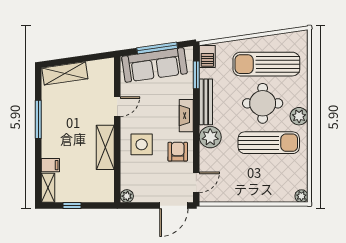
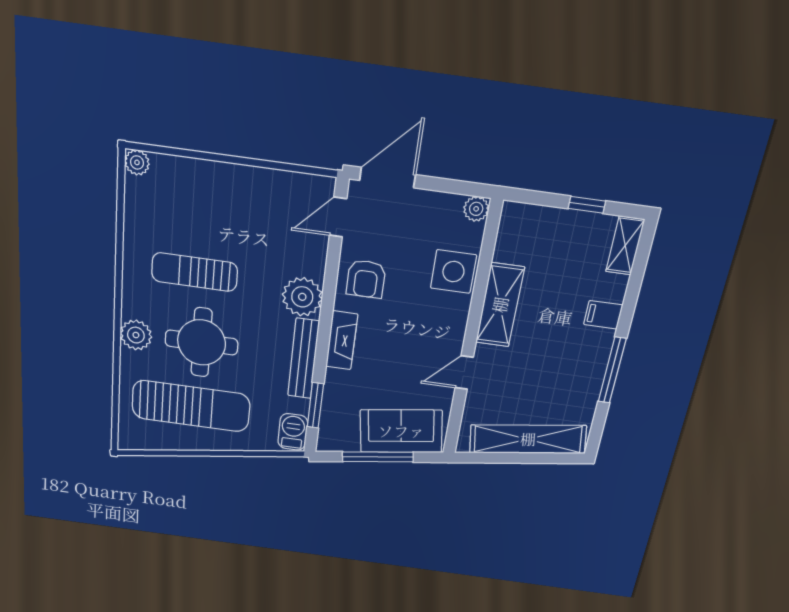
sofa: (154, 65) -> (401, 431), width x0.73
shelving: (65, 73) -> (528, 439), width x1.47
plant: (299, 116) -> (136, 335), moved
sun lounger: (269, 143) -> (195, 272), width x0.73, depth x0.75
side table: (142, 144) -> (453, 272), moved
filing cabinet: (50, 165) -> (603, 315), moved

